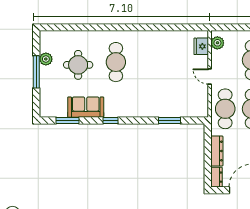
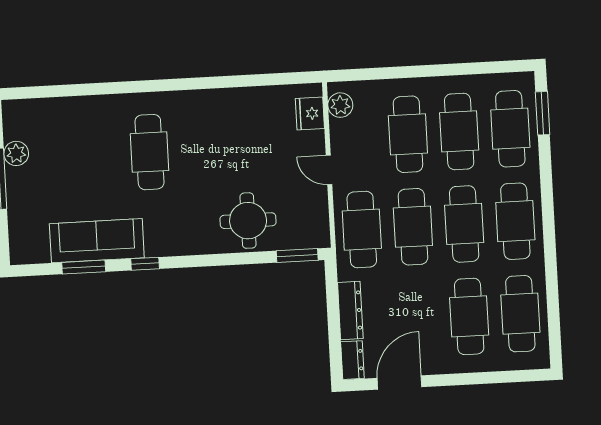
round table: (78, 65) -> (248, 221), moved
sofa: (86, 107) -> (97, 241), width x1.36
window: (67, 121) -> (84, 267), moved
window: (169, 121) -> (297, 255), moved

